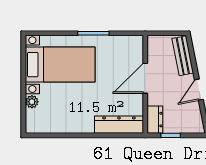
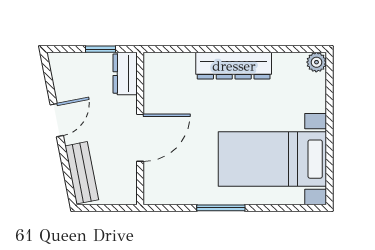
plant: (32, 102) -> (316, 62), moved
dresser: (119, 125) -> (234, 66), moved

